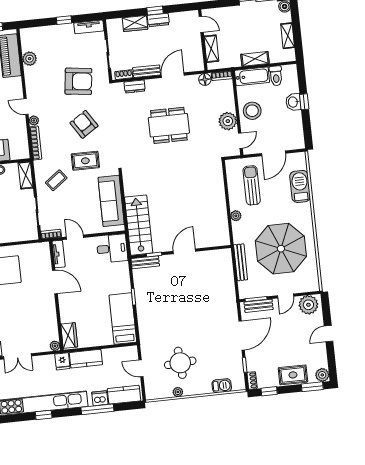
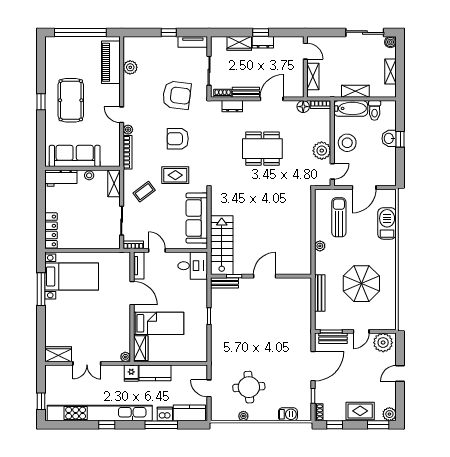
armchair: (84, 124) -> (178, 139), turned -57
parasol: (281, 249) -> (361, 284), width x0.73, depth x0.73
bed: (123, 319) -> (159, 323), moved, turned 90

